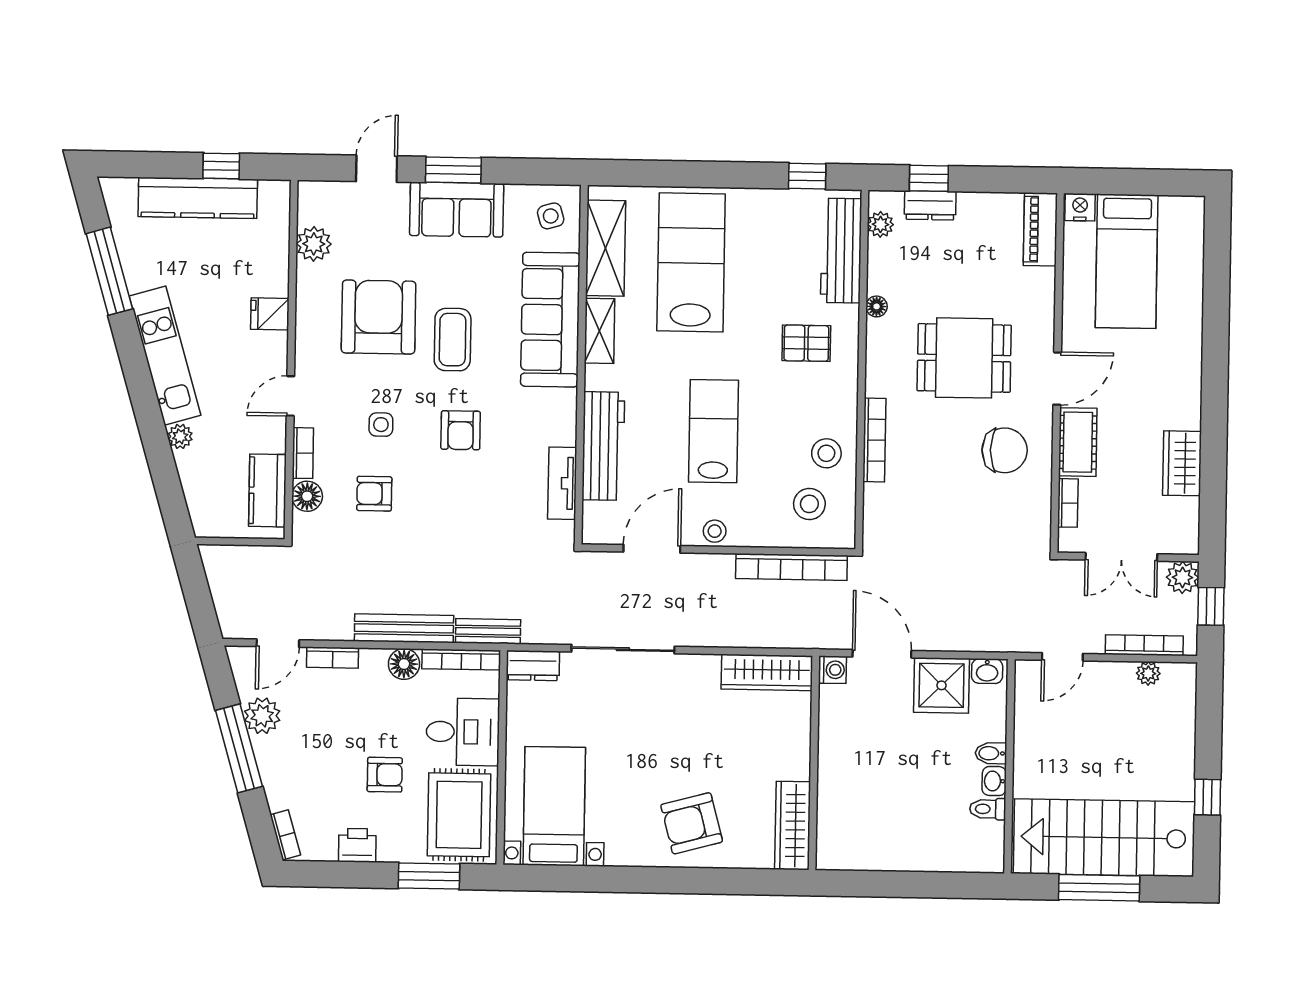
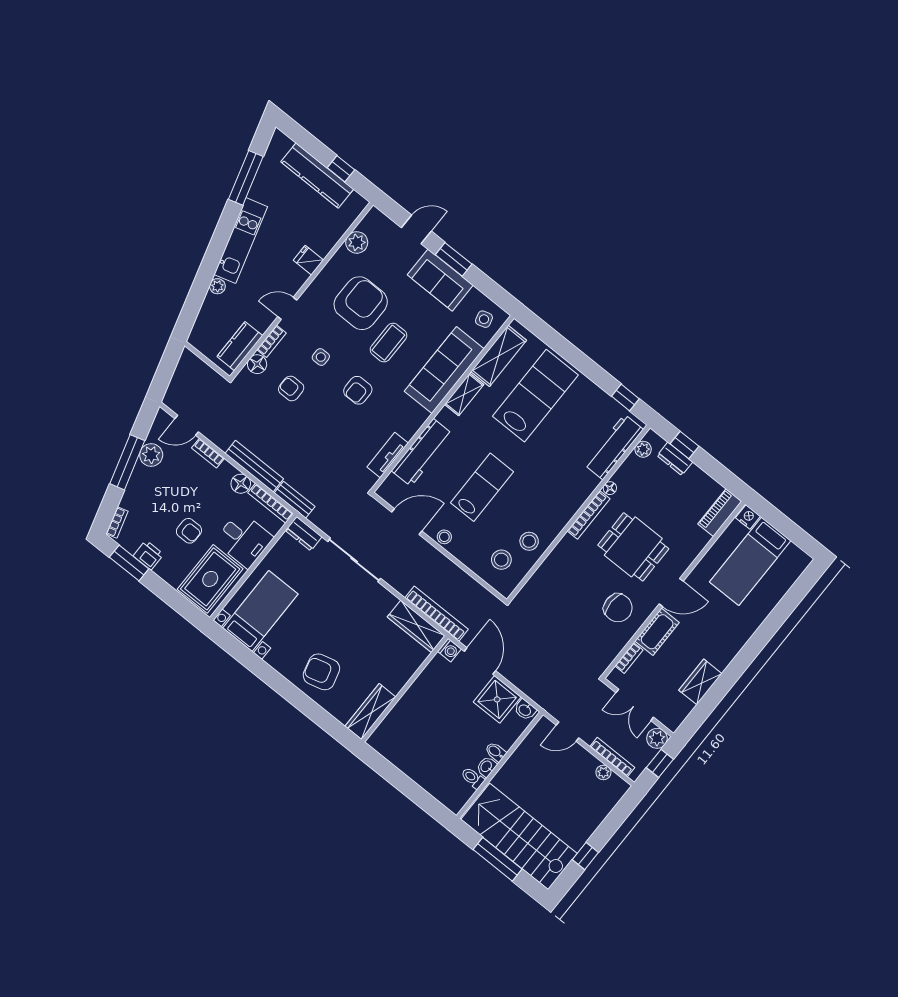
pallet: (806, 343) -> (561, 479), removed
bookcase: (874, 440) -> (589, 515), moved
bookcase: (791, 567) -> (437, 614), moved, turned 180
window: (429, 876) -> (129, 563), moved

